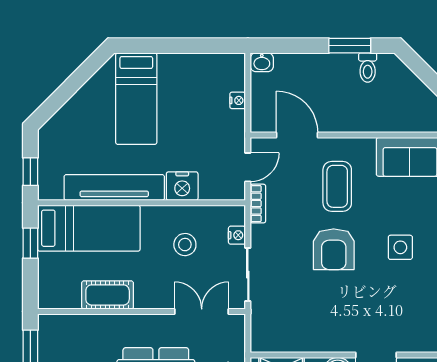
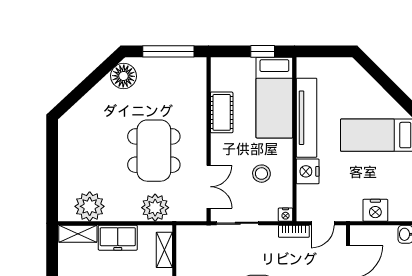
nightstand: (238, 100) -> (375, 210), width x1.89, depth x1.79
door: (248, 167) -> (323, 223), hinge flipped
window: (30, 172) -> (319, 51), removed
nightstand: (237, 235) -> (286, 215), moved

